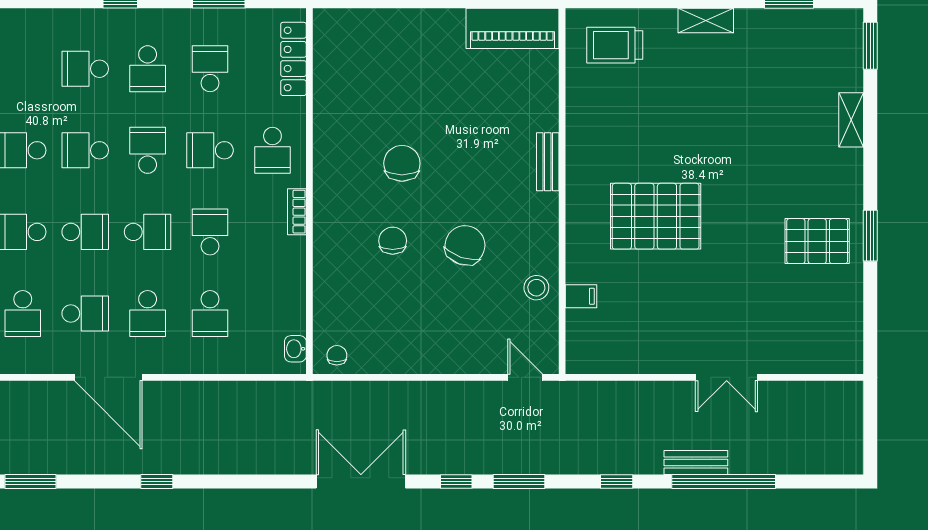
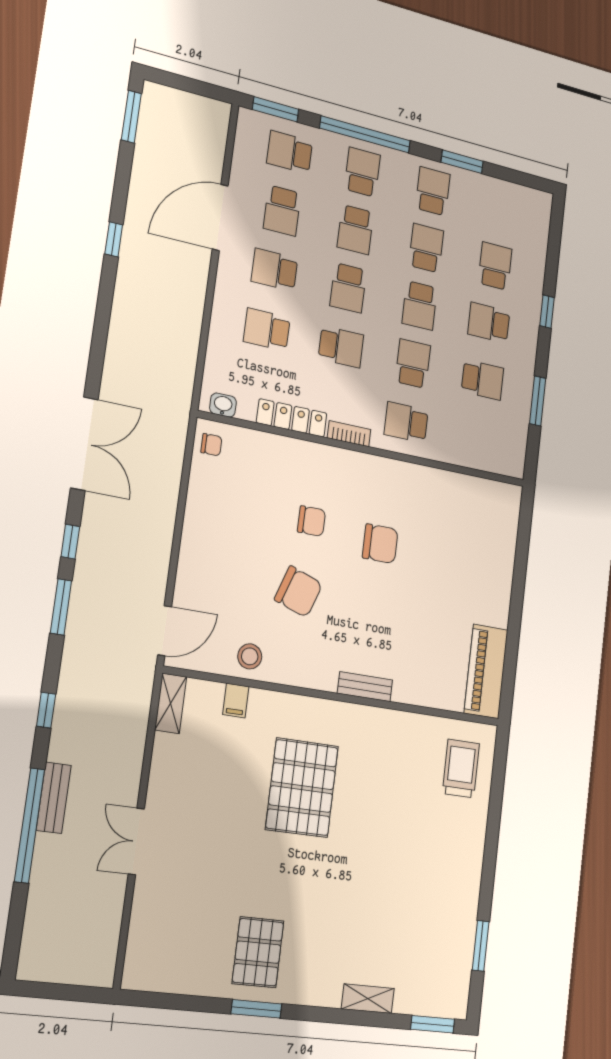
shelving: (706, 21) -> (171, 703), moved
locker: (293, 59) -> (292, 418), moved
school desk: (148, 150) -> (420, 306), turned 90
door: (525, 377) -> (165, 631), width x1.38

